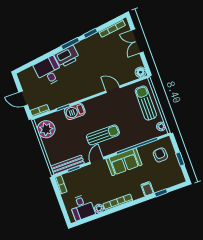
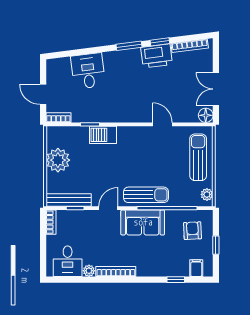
double door: (137, 41) -> (216, 89), moved
printer: (67, 57) -> (157, 56), moved
plant: (46, 129) -> (58, 160), moved
sun lounger: (103, 135) -> (146, 195), moved
filing cabinet: (147, 189) -> (196, 268), moved

